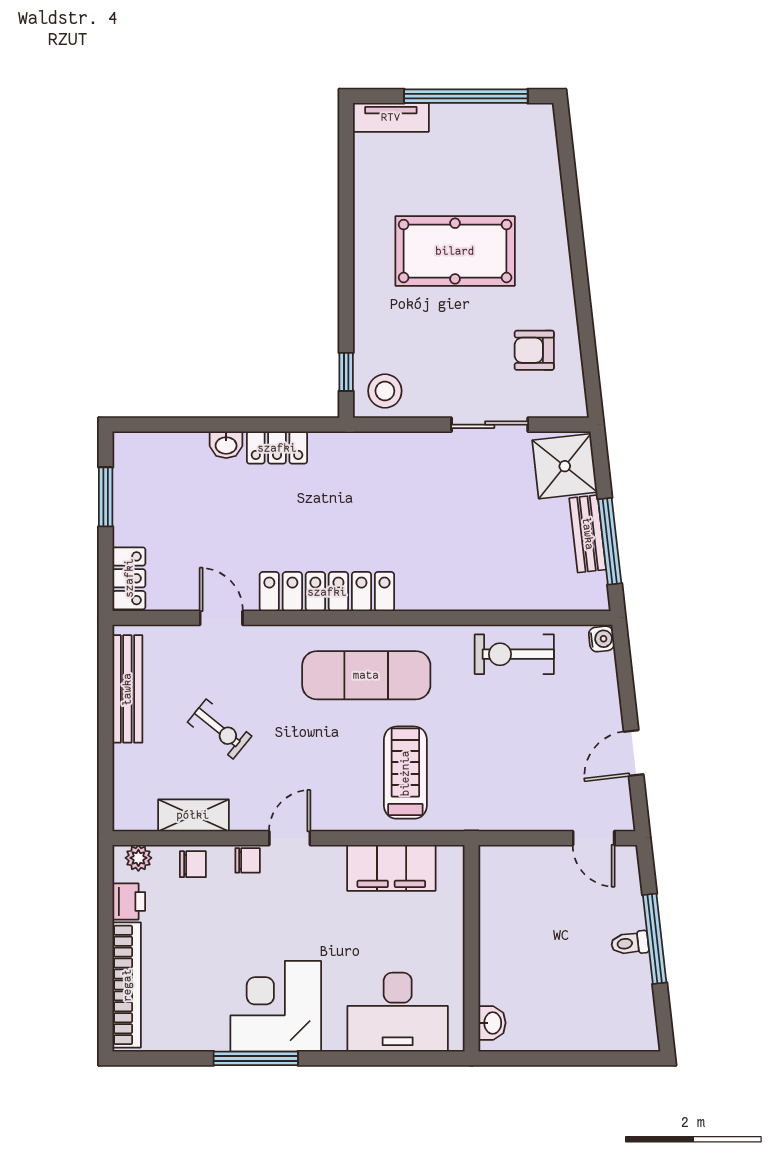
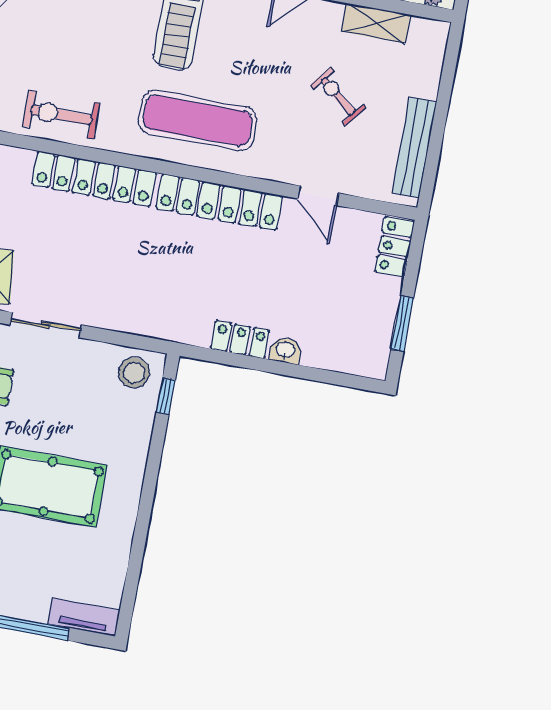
locker: (467, 592) -> (94, 179), added
exercise bike: (514, 654) -> (61, 115), turned 180

